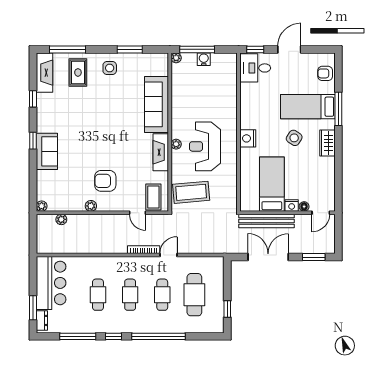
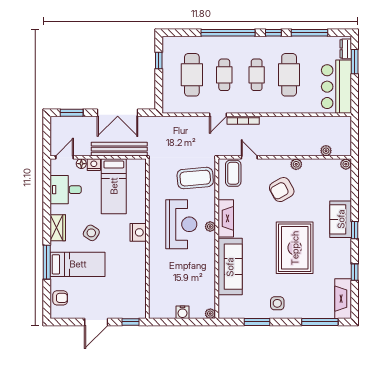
window: (197, 49) -> (189, 322), removed
desk: (255, 68) -> (66, 190), moved, turned 180
rug: (78, 72) -> (295, 248), moved, width x1.86, depth x2.06
armchair: (105, 181) -> (282, 190), turned 151
cafe table: (98, 295) -> (289, 75), width x1.37, depth x1.35

